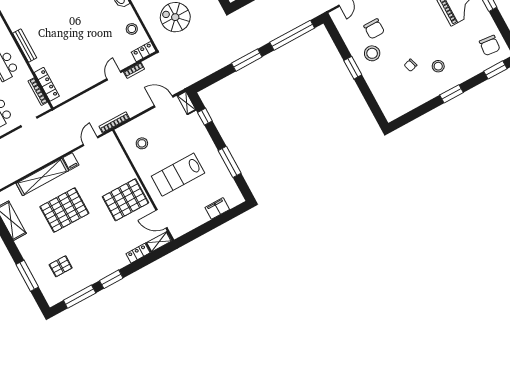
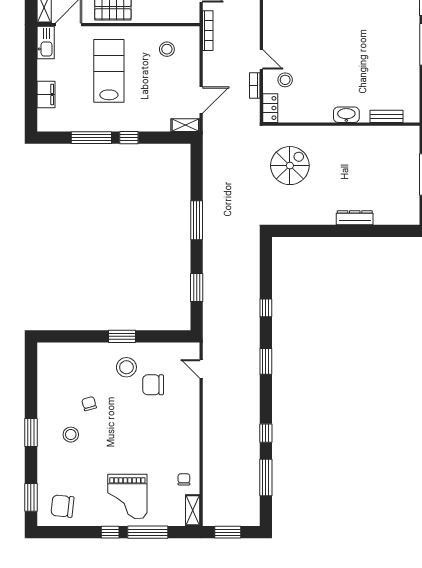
stool: (132, 29) -> (285, 80), moved
window: (292, 35) -> (197, 288), width x0.47
window: (205, 117) -> (129, 138), moved
kitchen sink: (182, 228) -> (46, 42), added

